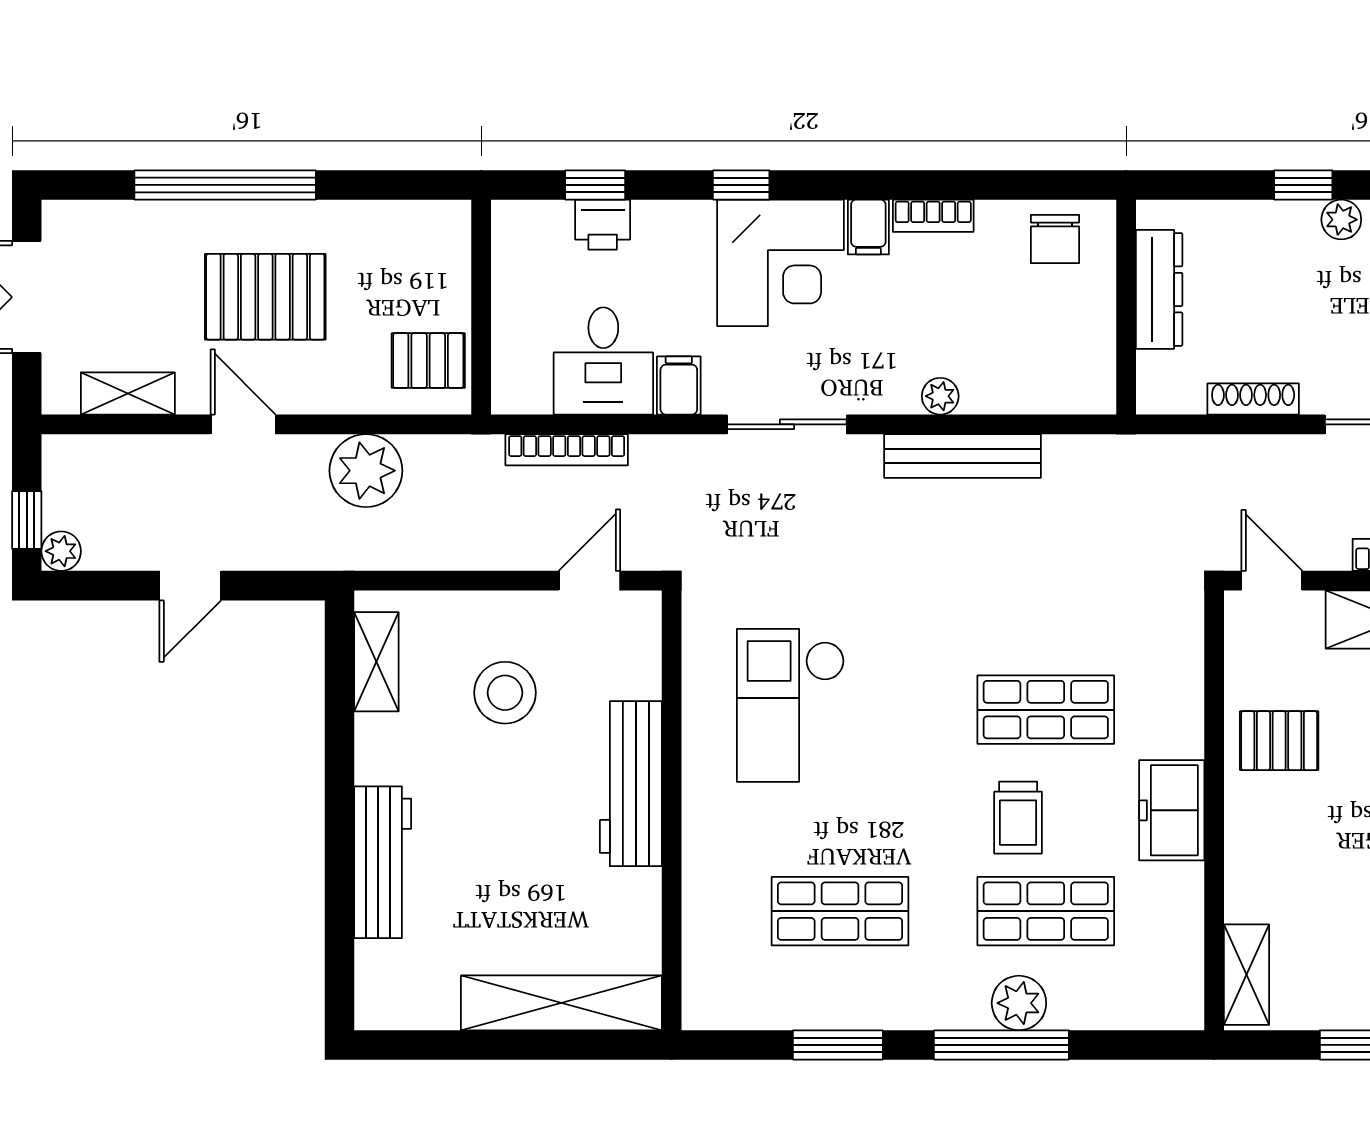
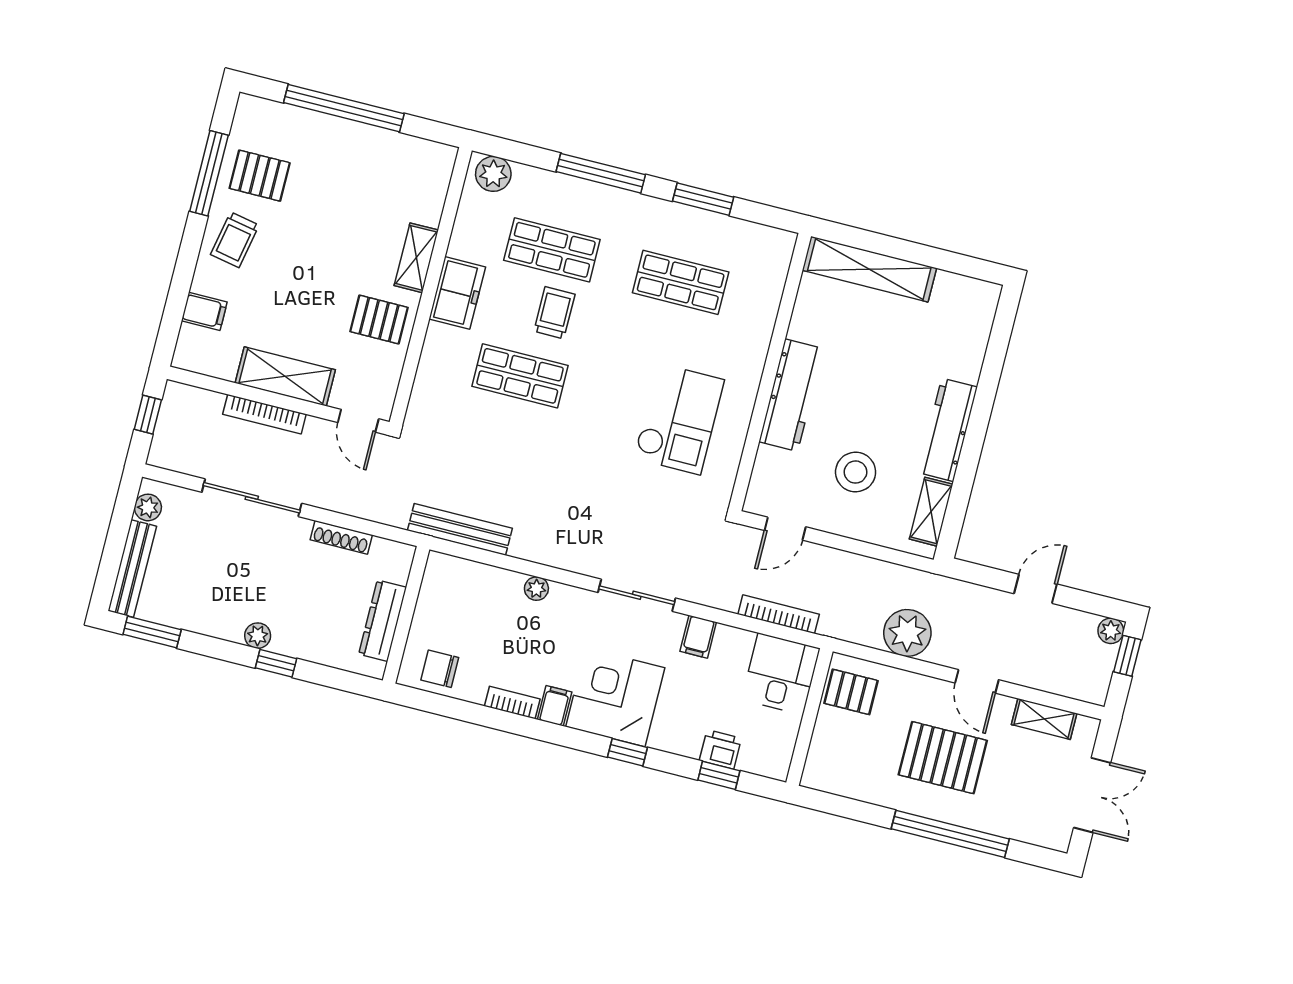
chair: (1055, 239) -> (440, 669), turned -90
desk: (603, 361) -> (781, 674), moved
bench: (963, 456) -> (460, 529), moved
workbench: (383, 862) -> (948, 430), moved
shelving: (1246, 975) -> (416, 258), moved
plant: (1019, 1003) -> (493, 174), moved

